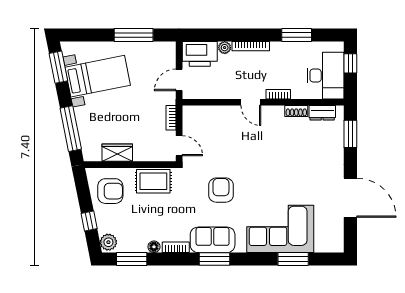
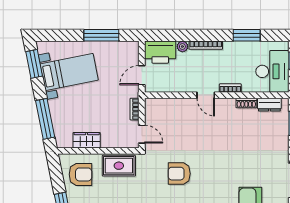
armchair: (221, 190) -> (179, 174), turned -90

